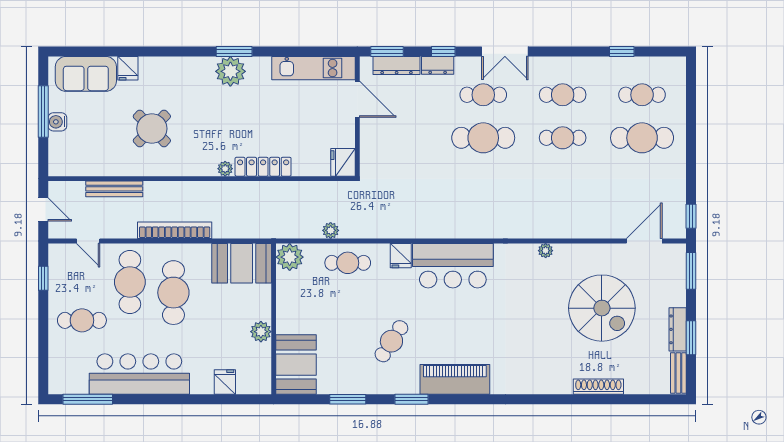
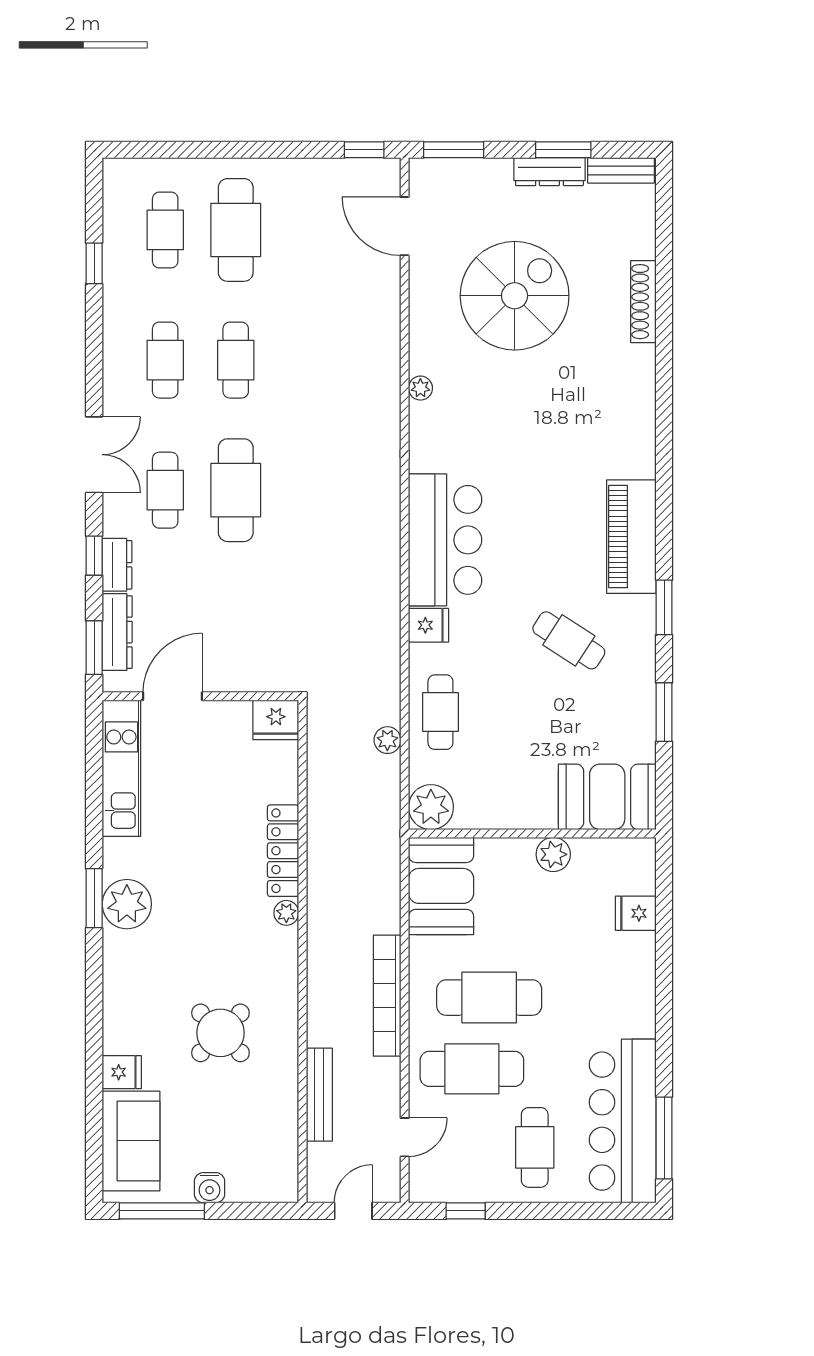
window: (43, 111) -> (162, 1211), moved
bar counter: (139, 374) -> (623, 1121), moved

